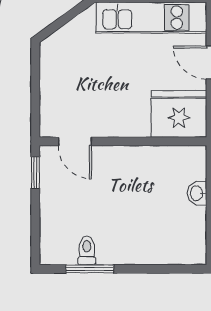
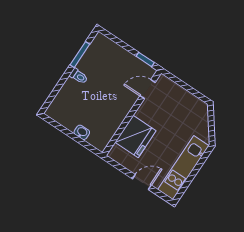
fridge: (179, 114) -> (136, 136), moved
toilet: (87, 250) -> (79, 76), moved

